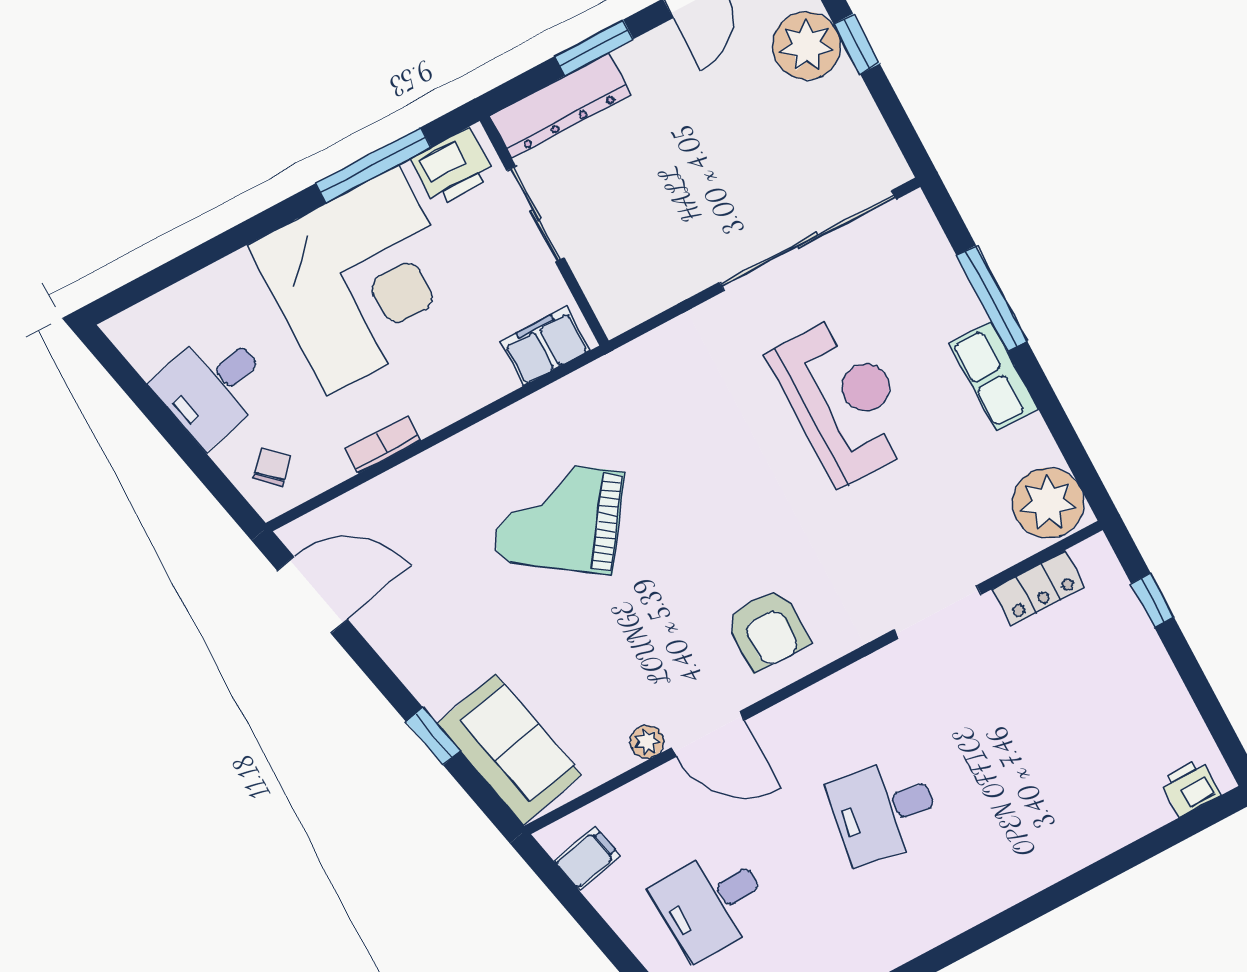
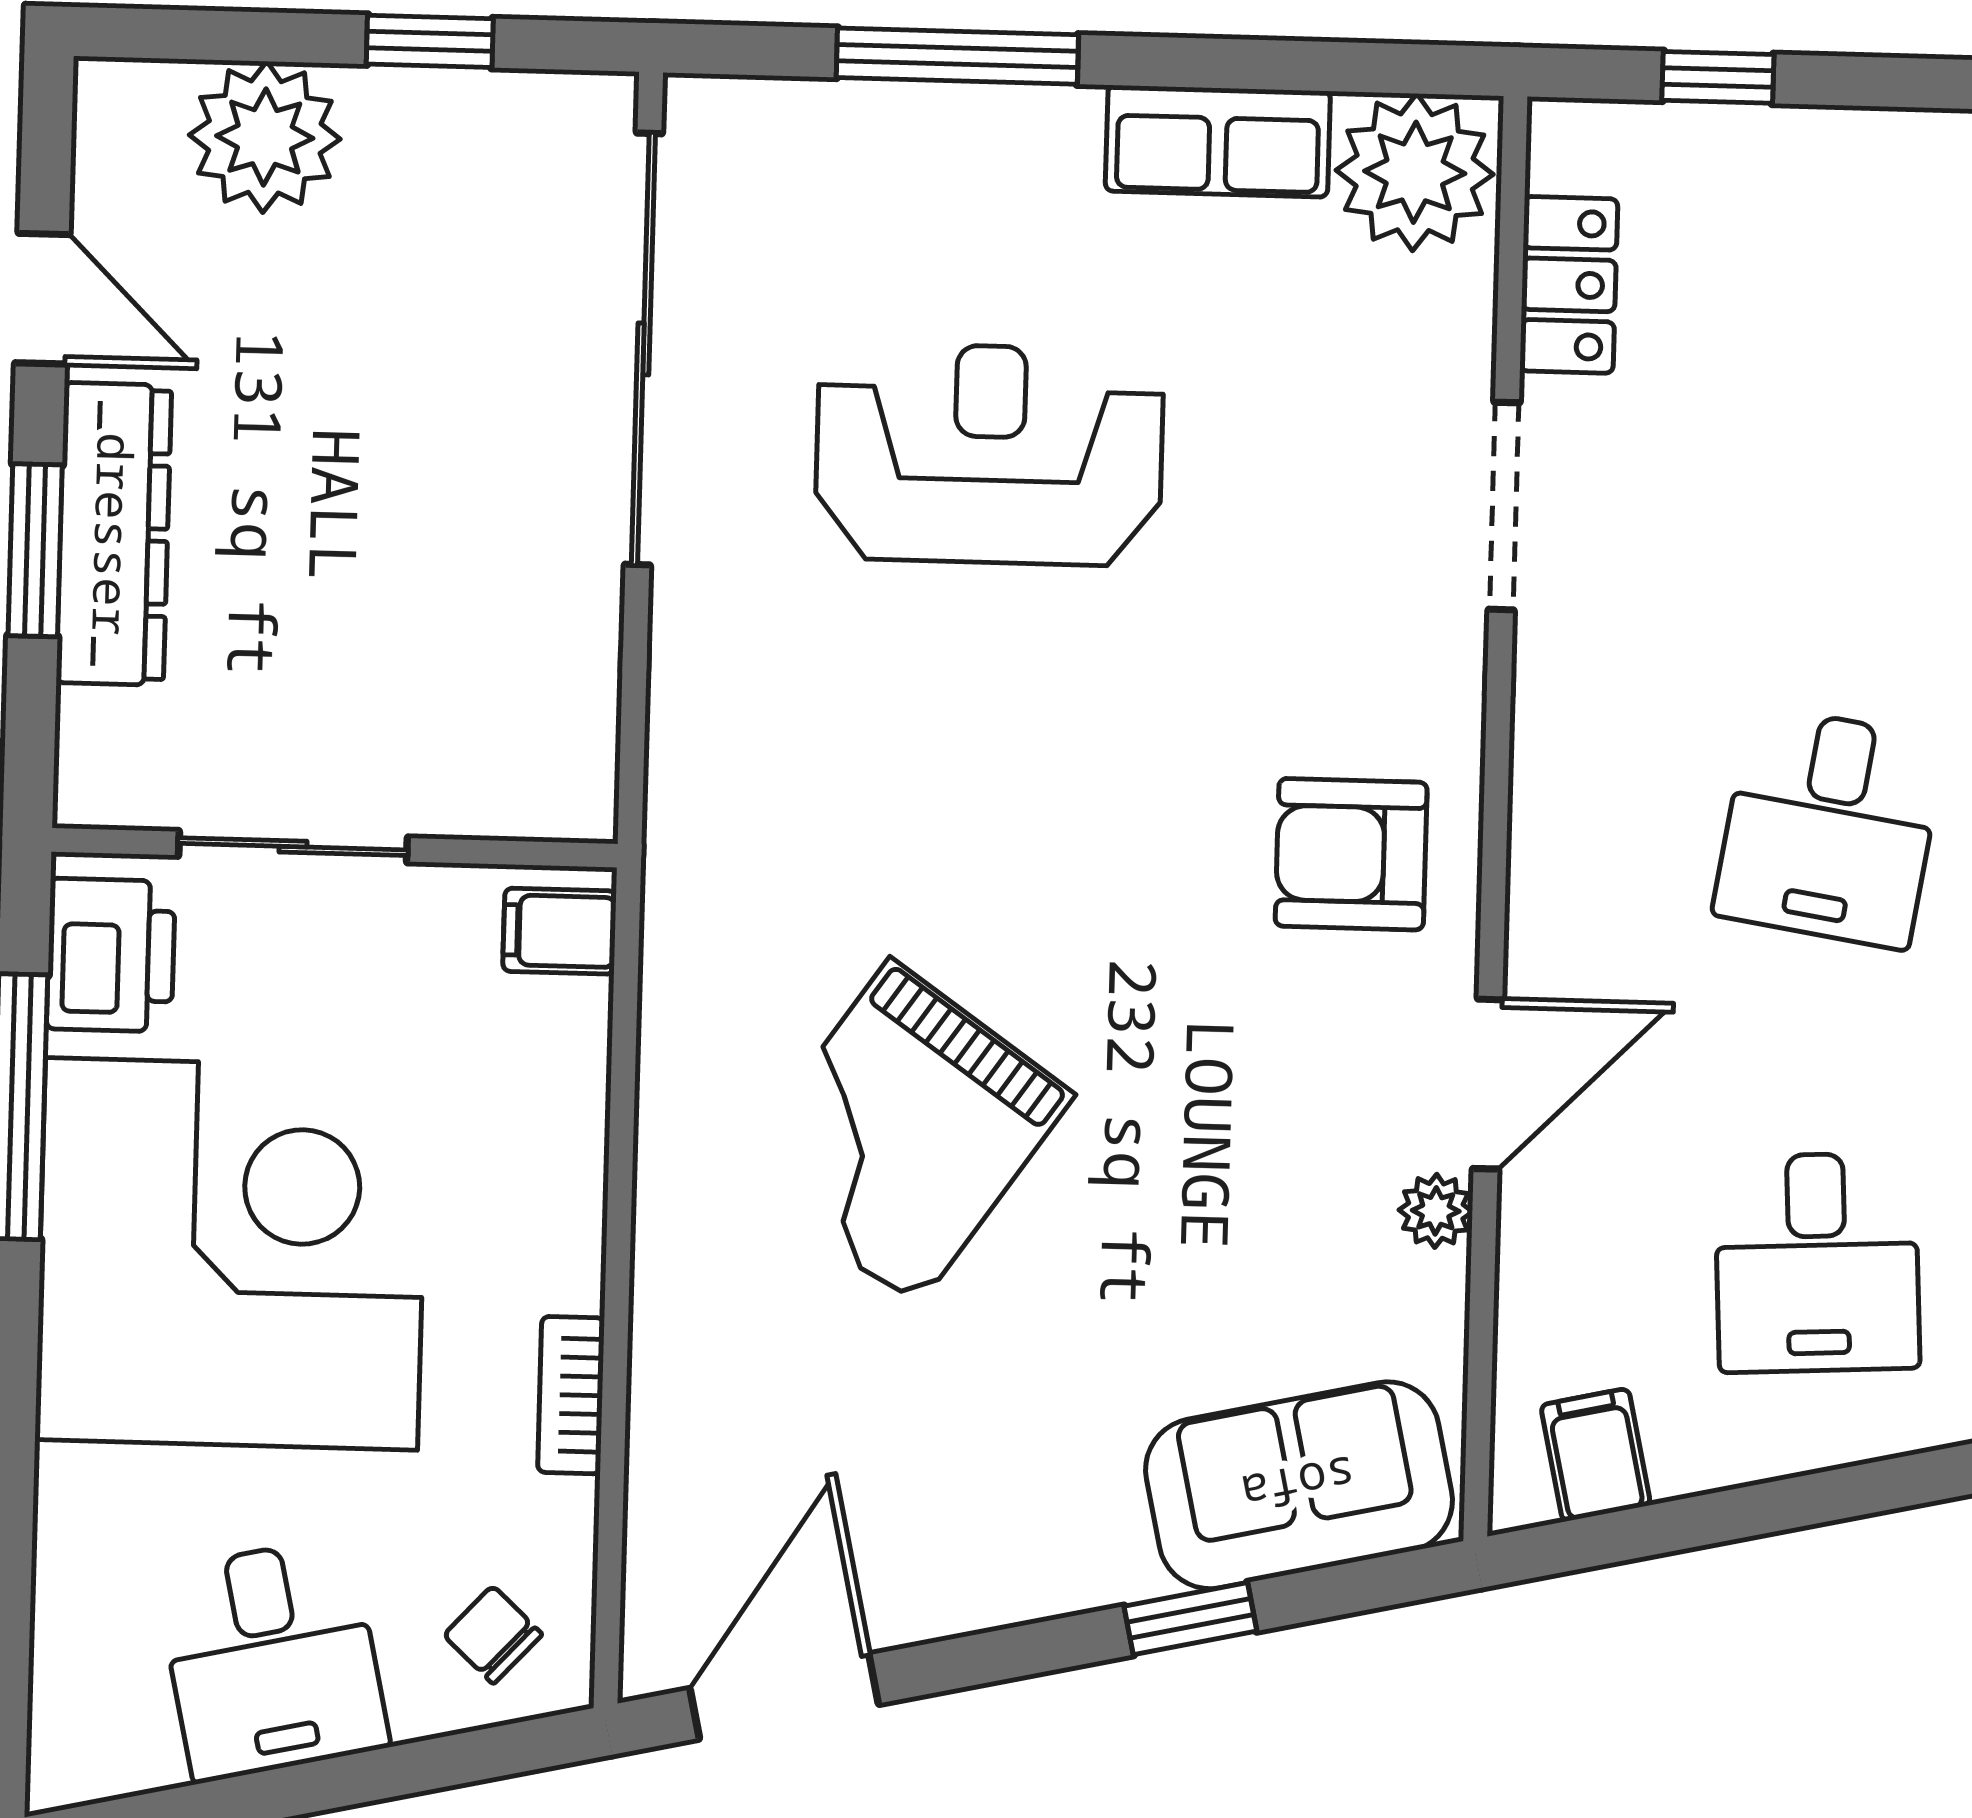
window: (857, 44) -> (430, 41), moved
dresser: (560, 105) -> (114, 534), moved
filing cabinet: (545, 346) -> (560, 931), width x0.50
row of seats: (994, 376) -> (1218, 141), moved
armchair: (767, 630) -> (1351, 854), turned 180

